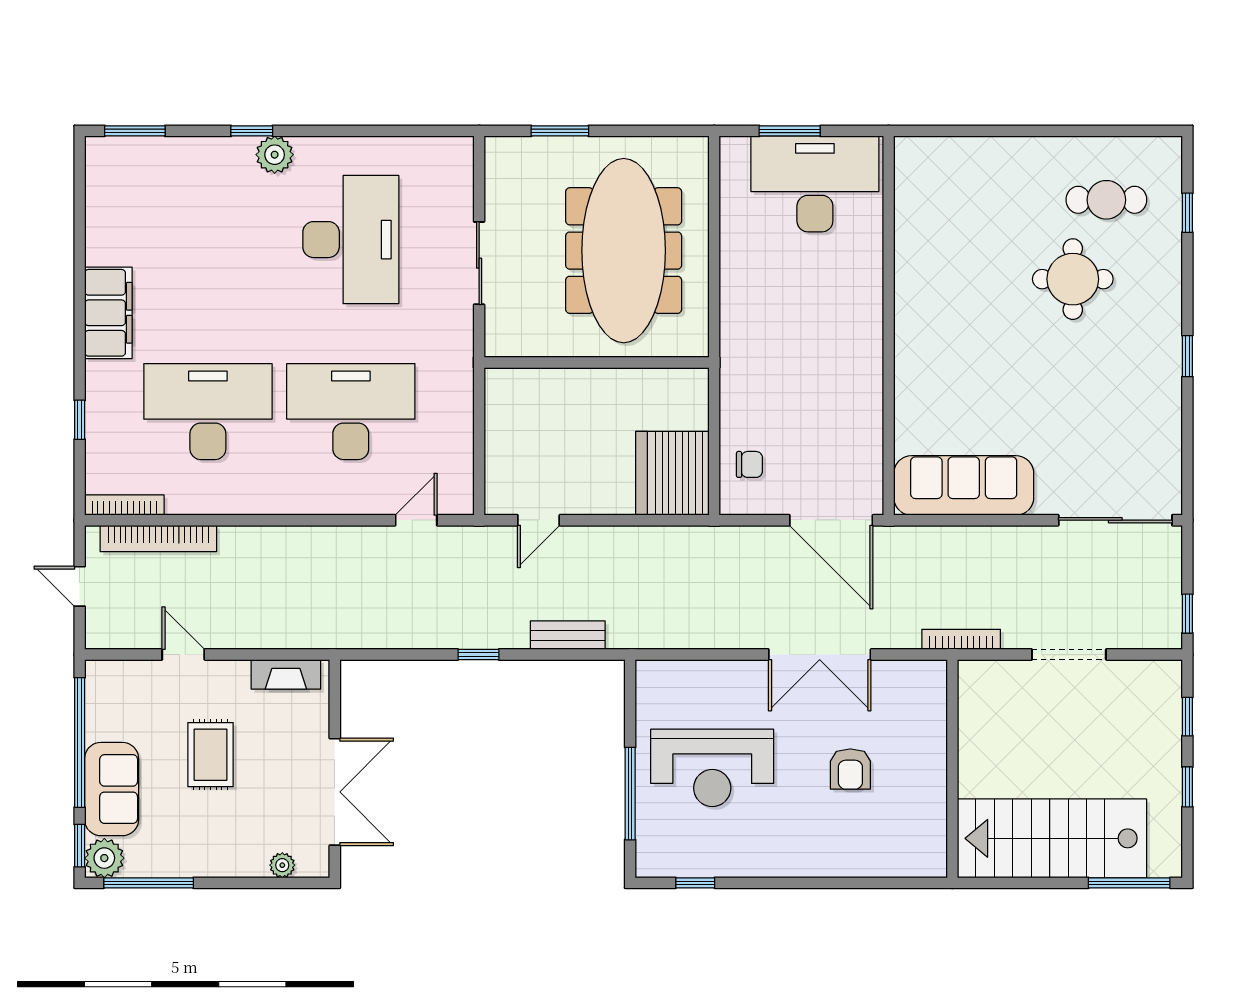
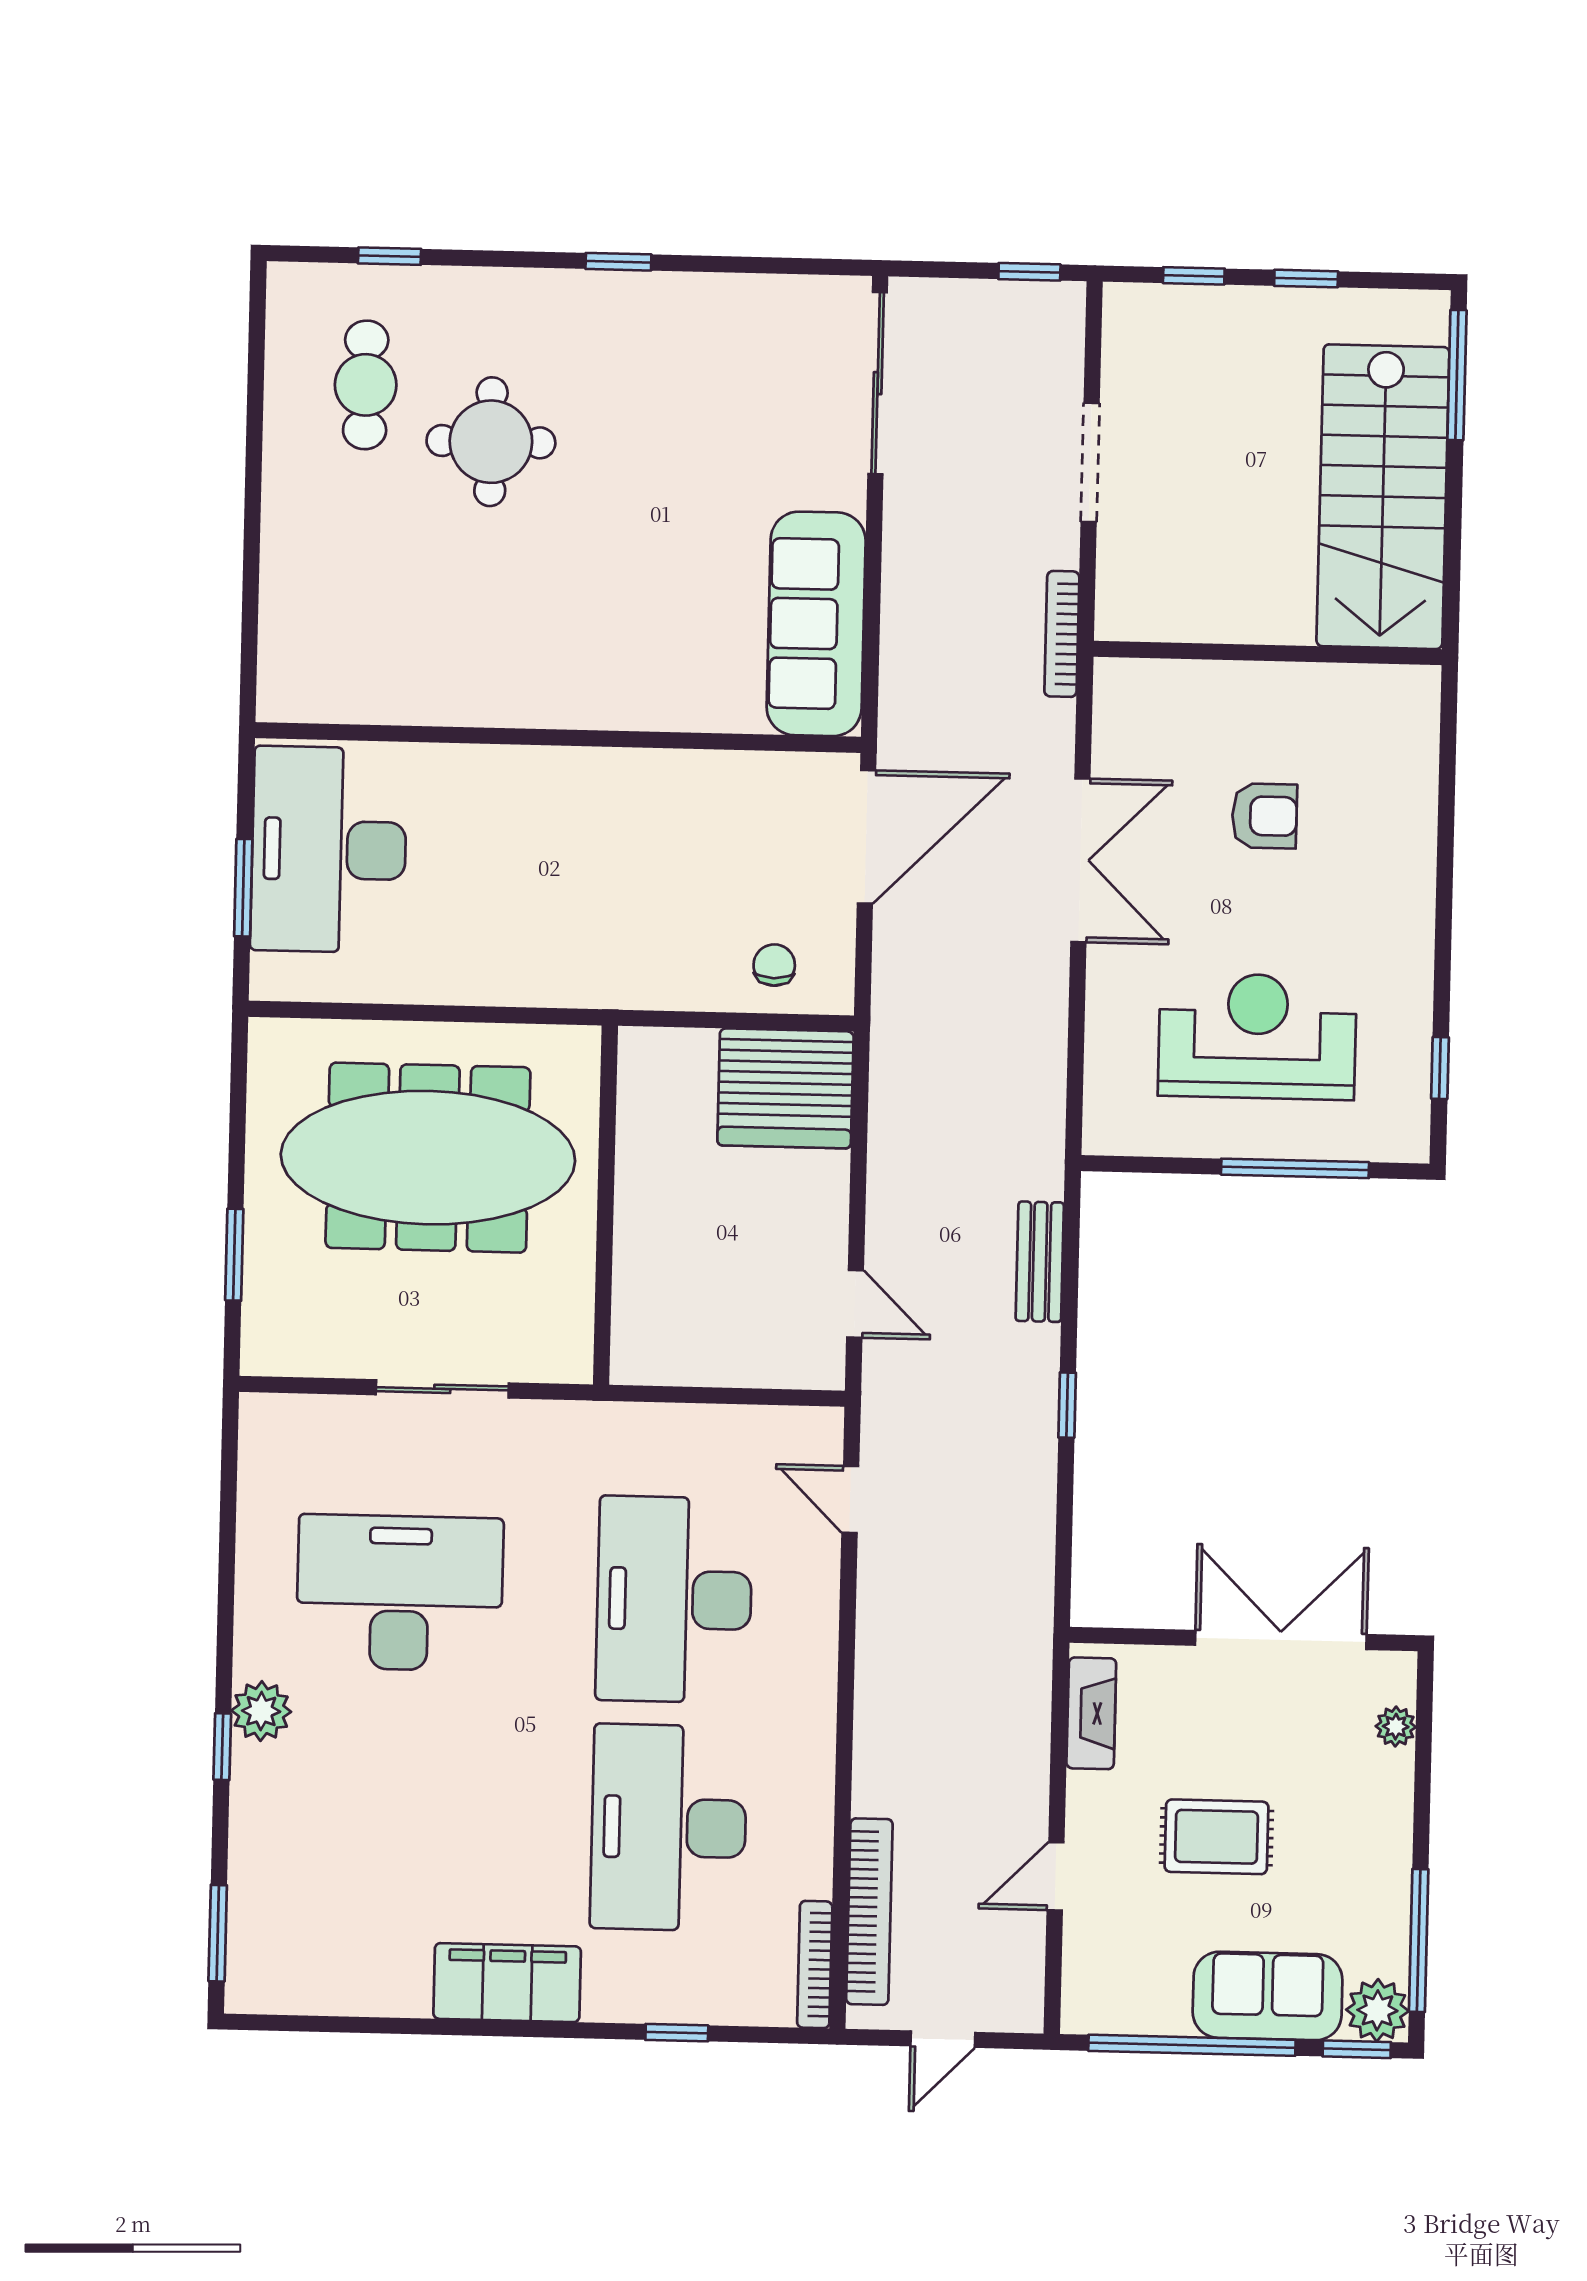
reception desk: (712, 768) -> (1257, 1036), turned -90

